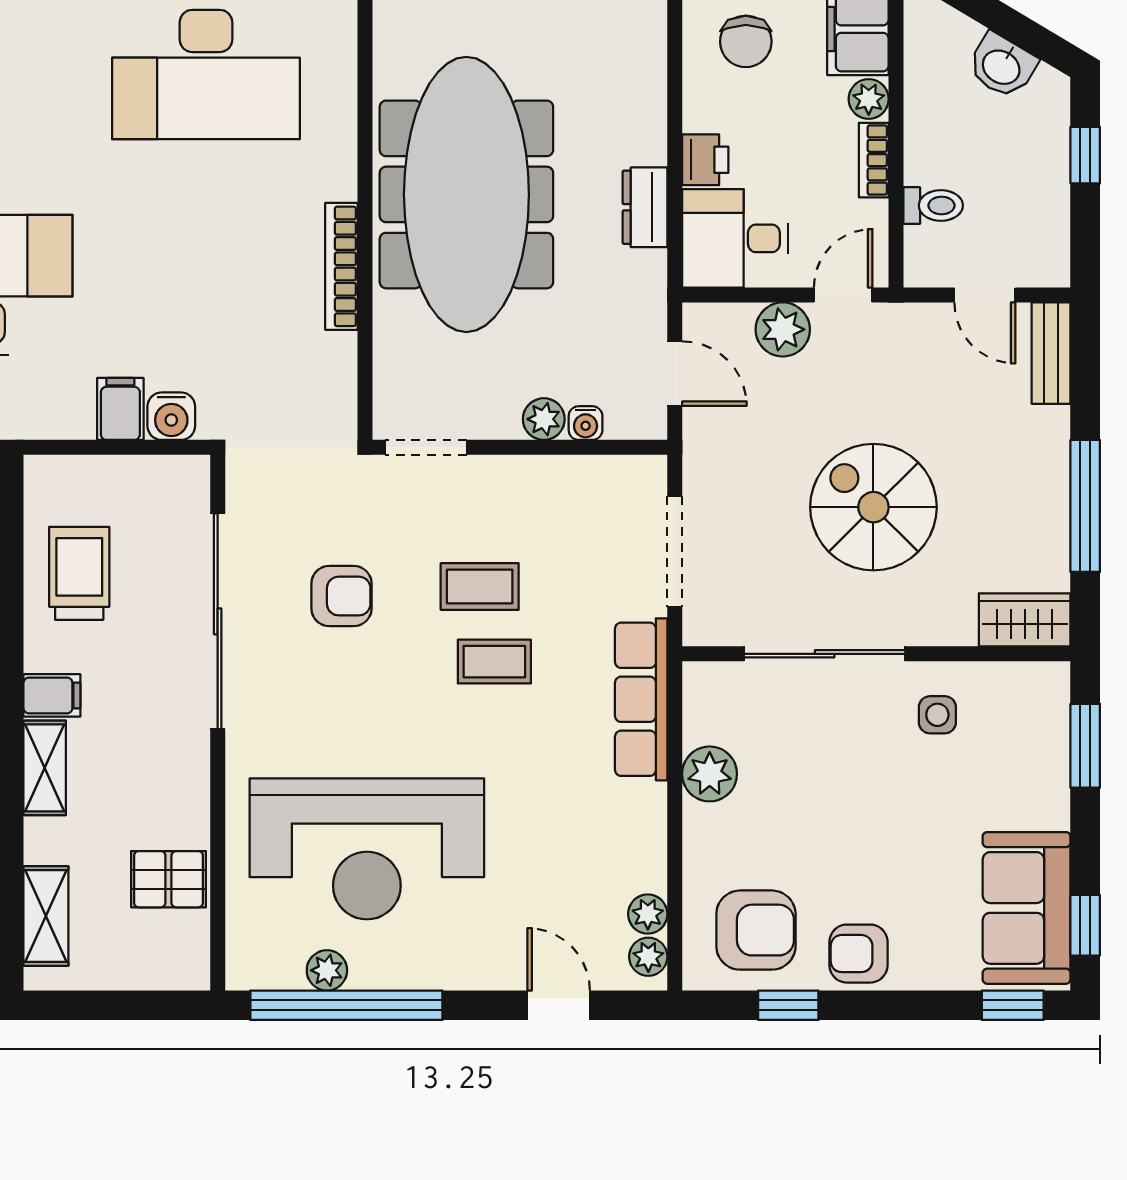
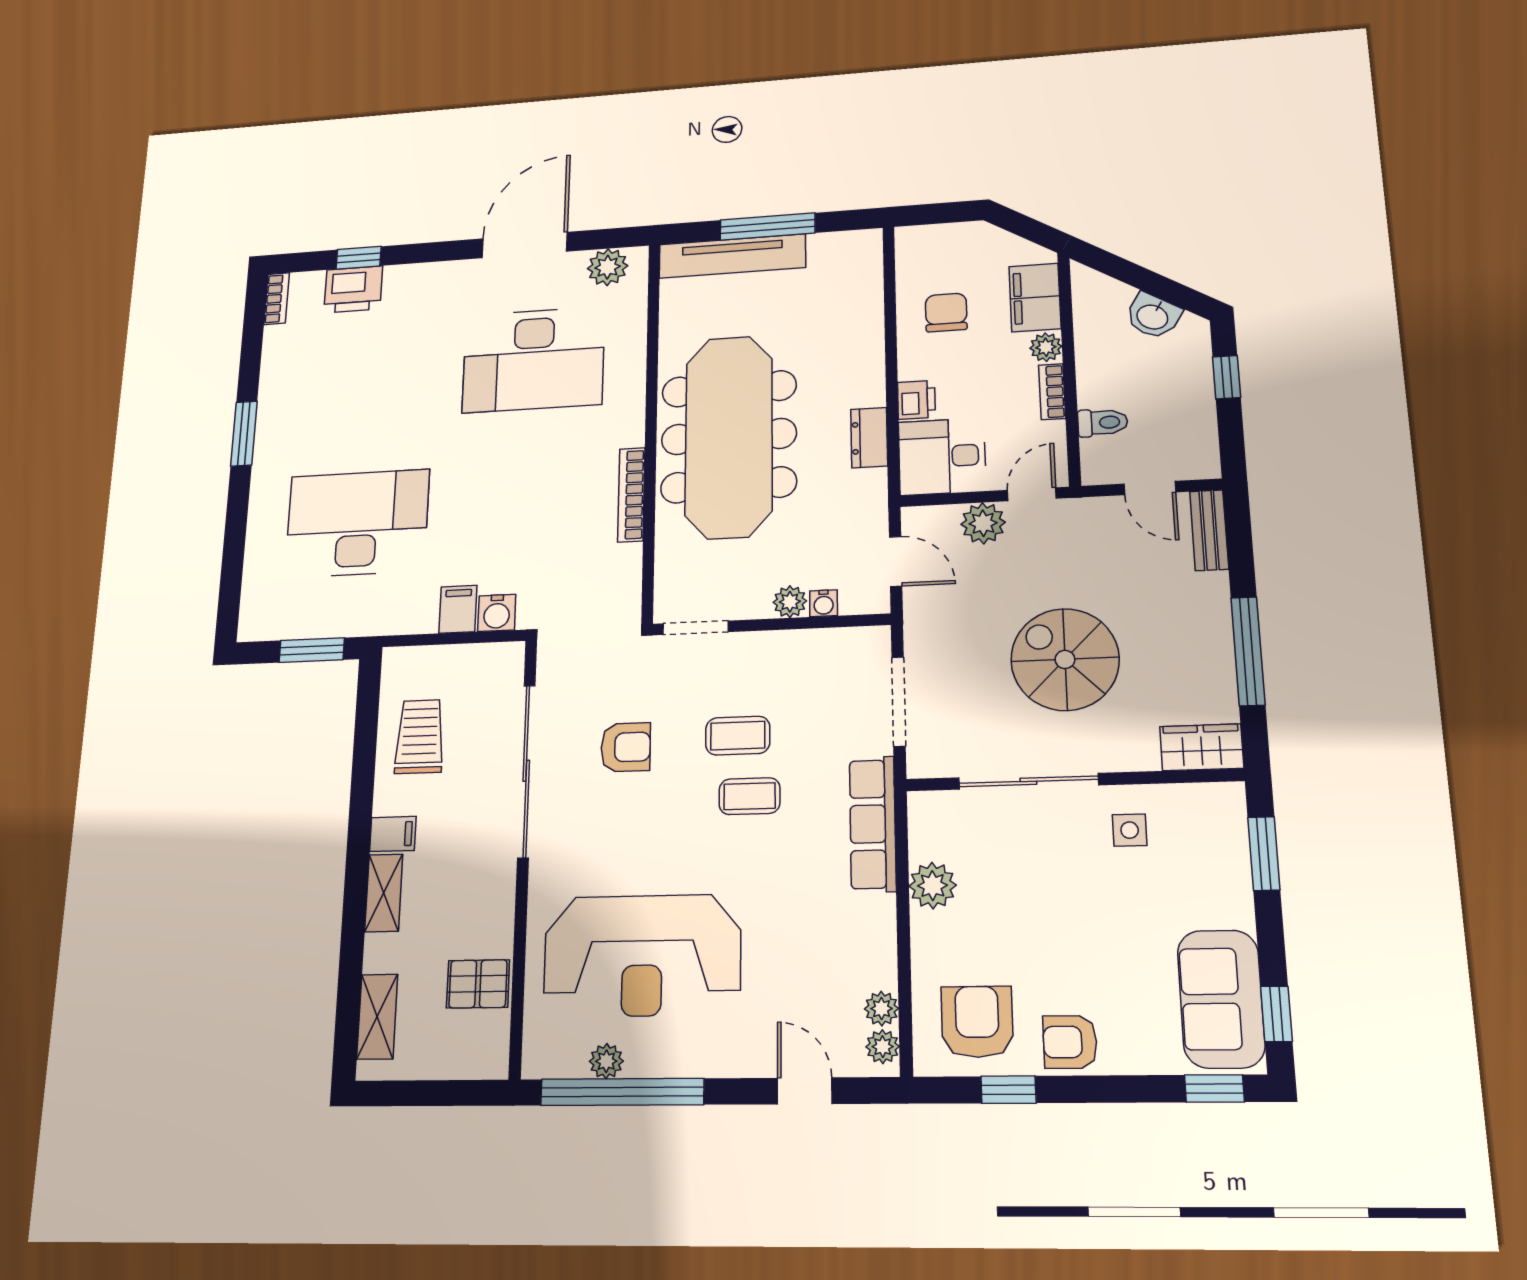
chair: (746, 41) -> (946, 312), turned 180
armchair: (756, 930) -> (977, 1022), turned -90

